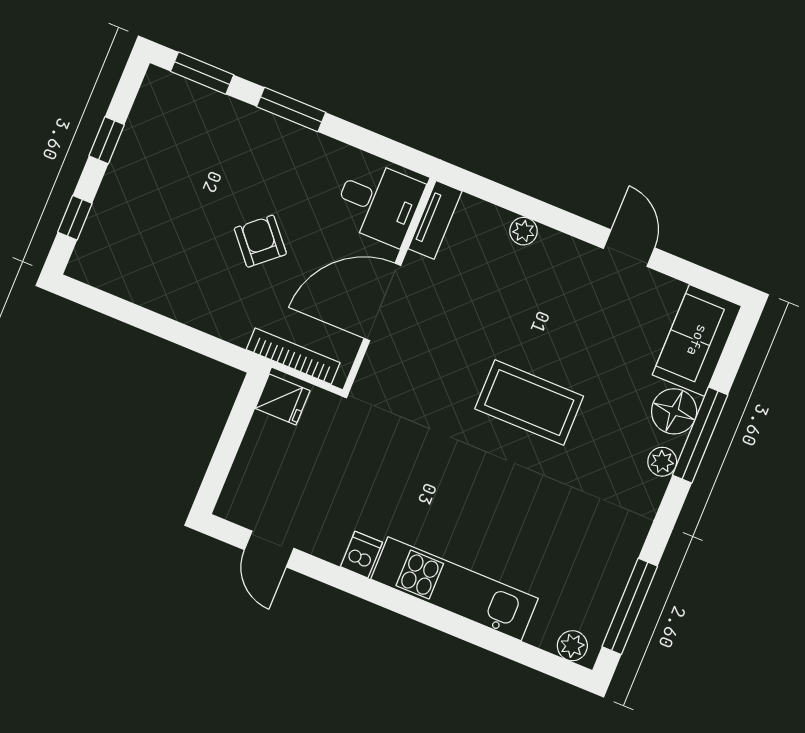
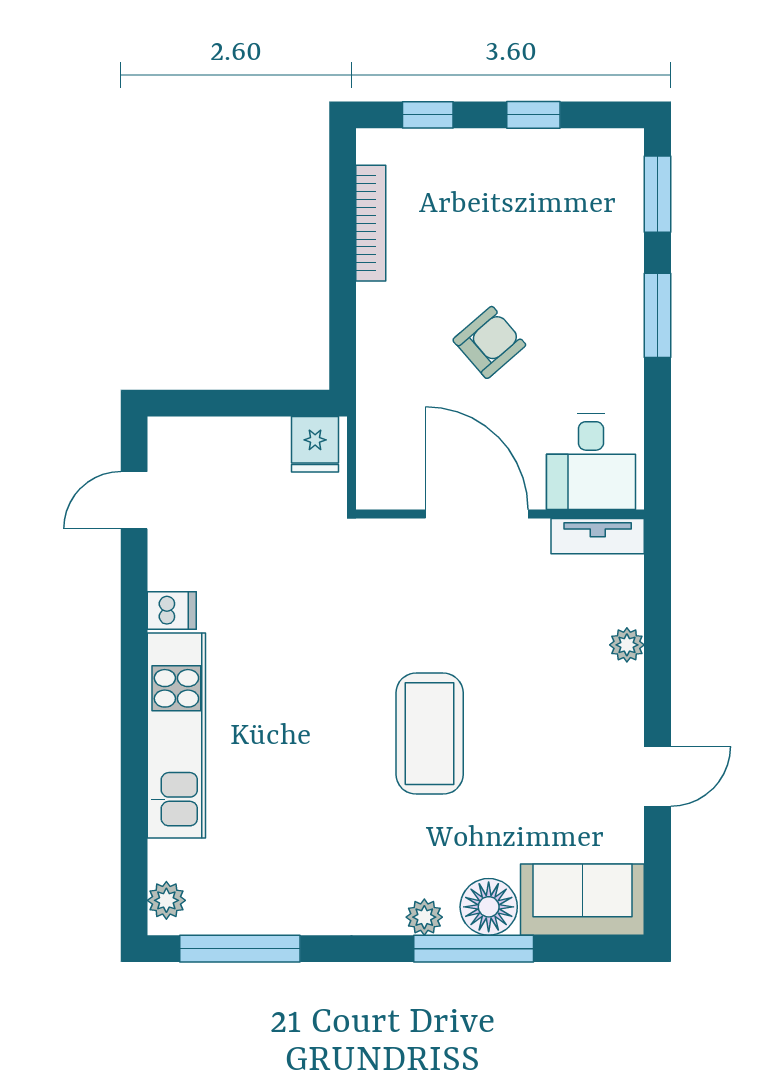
bookcase: (293, 356) -> (371, 223), moved

